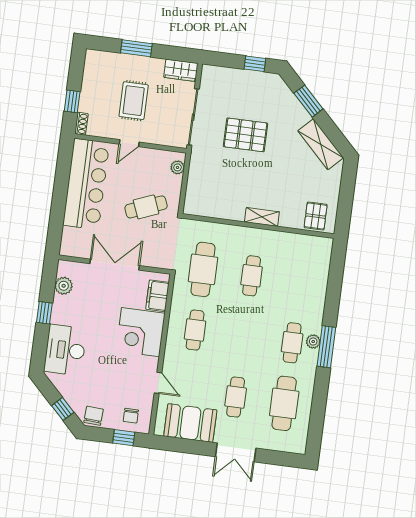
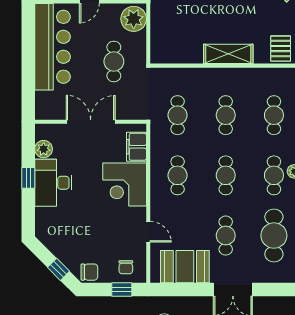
plant: (178, 167) -> (134, 19), width x1.88, depth x1.88
cafe table: (146, 207) -> (114, 61), turned -68
shelving: (262, 217) -> (228, 54), width x1.50, depth x1.33
cafe table: (203, 269) -> (178, 115), width x0.73, depth x0.74
cafe table: (300, 282) -> (274, 115), added
cafe table: (244, 336) -> (226, 175), added
desk: (65, 350) -> (53, 183), moved
chair: (94, 416) -> (89, 272), turned 87

